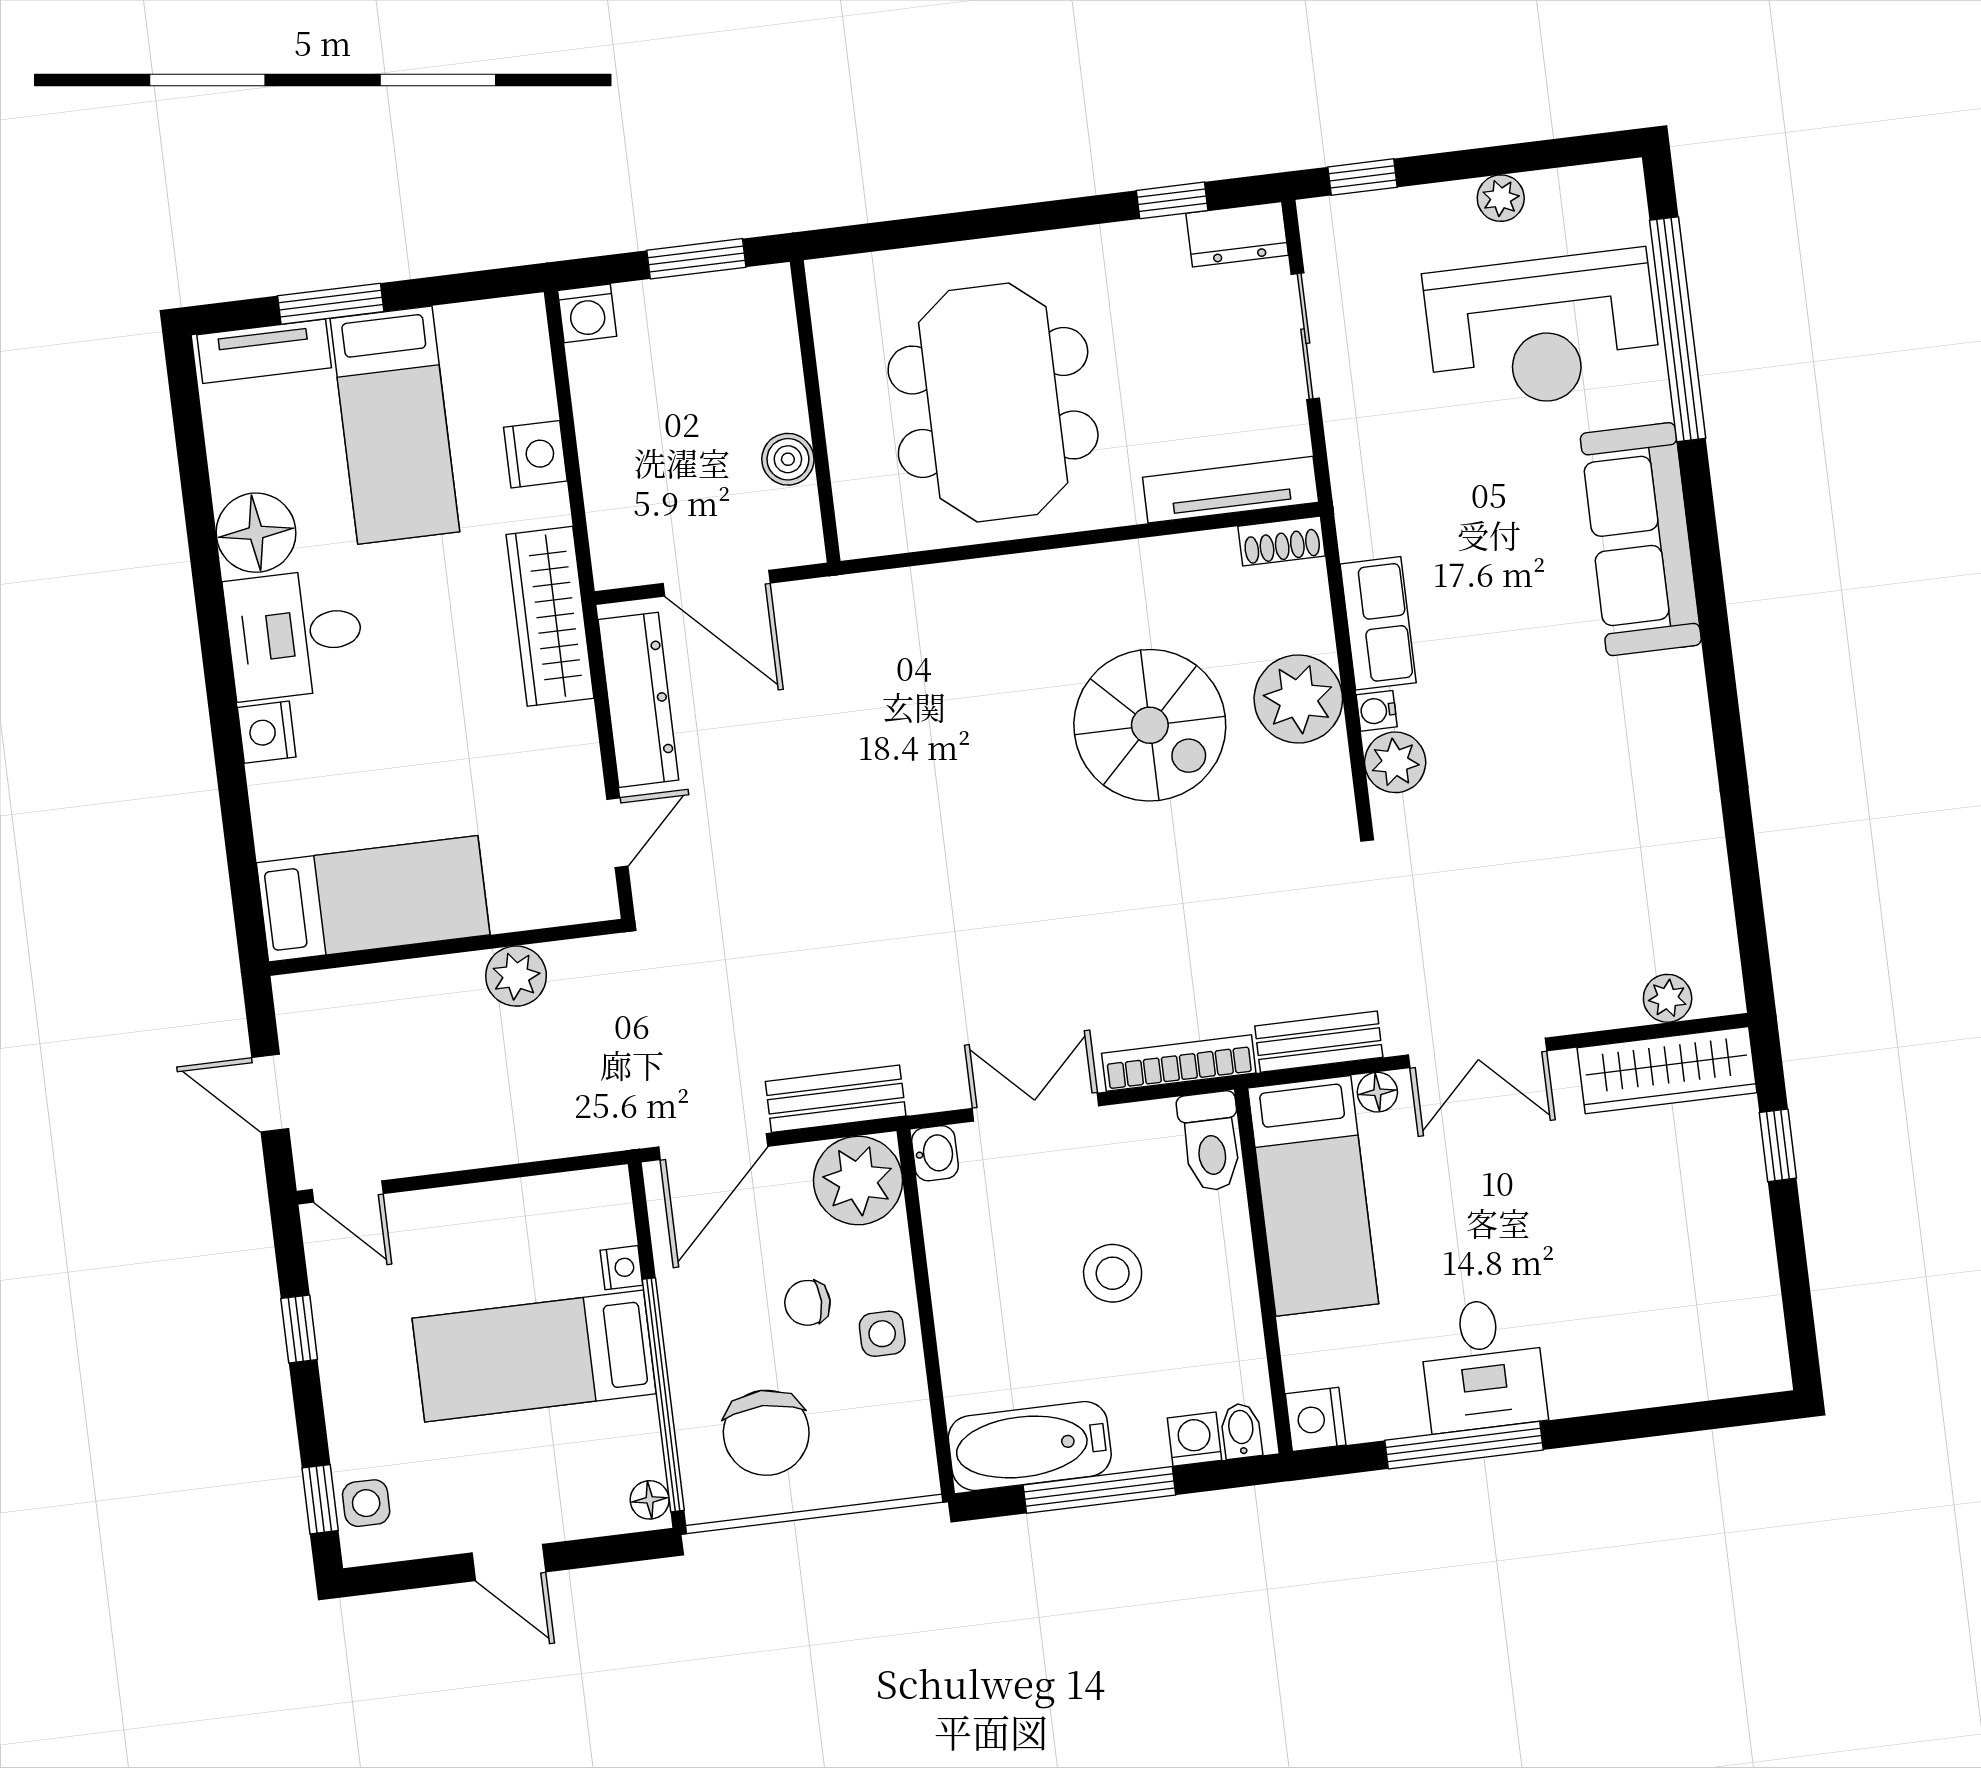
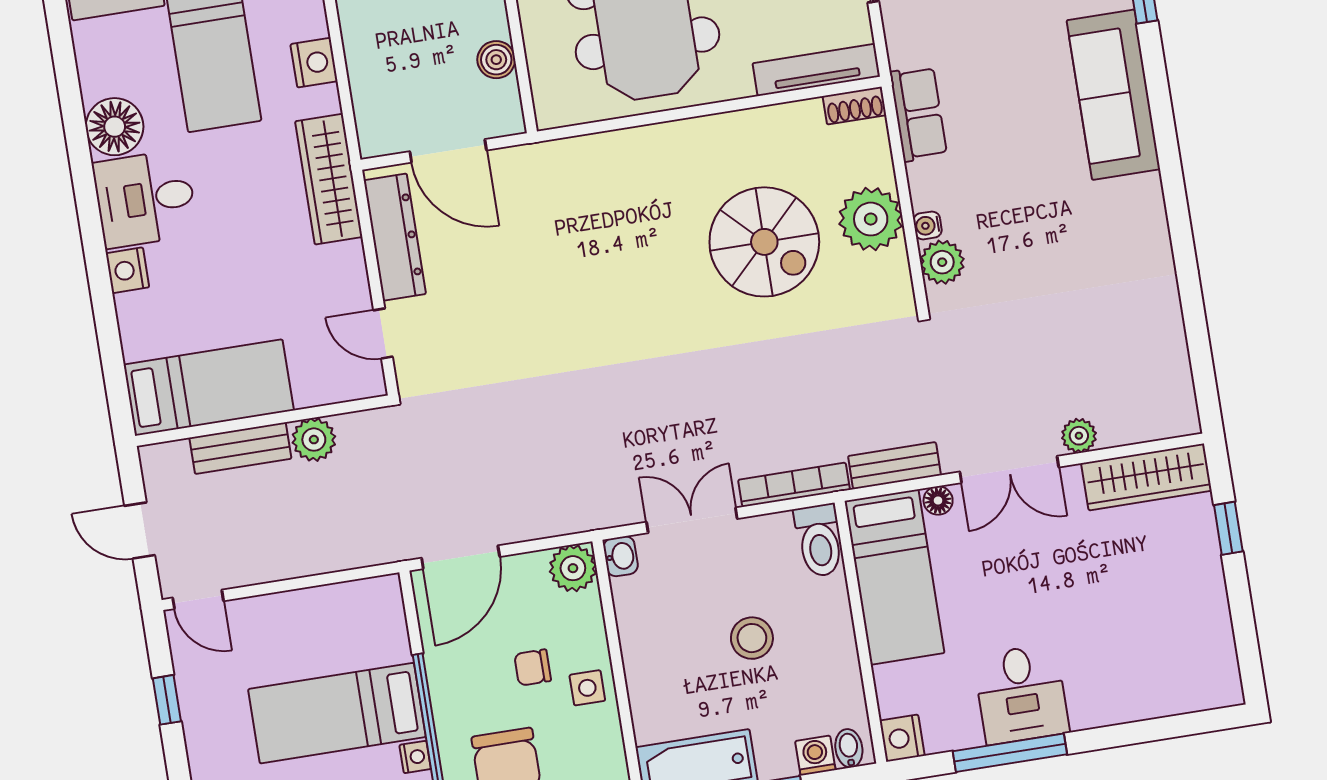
row of seats: (1378, 623) -> (918, 114), moved
door: (617, 833) -> (383, 333), swing flipped
plant: (1668, 998) -> (1079, 436), moved
bench: (836, 1099) -> (240, 448), moved
plant: (858, 1181) -> (573, 568), width x0.73, depth x0.73
nightstand: (621, 1268) -> (415, 757), moved

